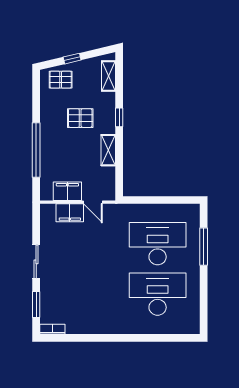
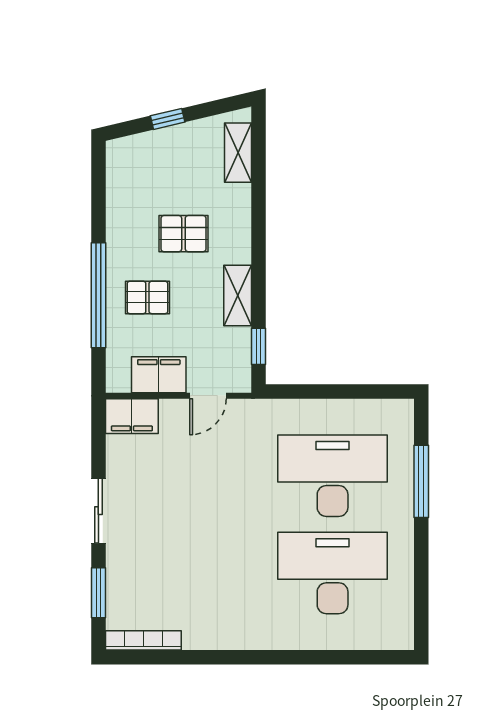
pallet: (61, 80) -> (147, 297), moved
window: (119, 117) -> (258, 346), moved
door: (93, 202) -> (208, 396), hinge flipped
filing cabinet: (70, 213) -> (132, 416), moved
bookcase: (52, 329) -> (143, 640), width x1.56

